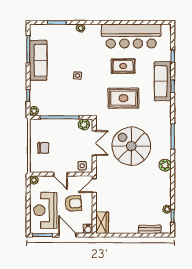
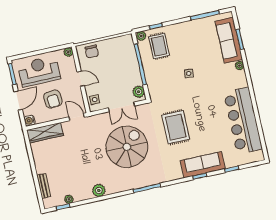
sofa: (38, 60) -> (229, 40), moved, turned 90
rug: (123, 66) -> (159, 46), moved
chair: (43, 148) -> (92, 52), moved
plant: (165, 165) -> (99, 190), moved
door: (60, 174) -> (81, 79), swing flipped
wardrobe: (102, 223) -> (45, 133), width x1.50

